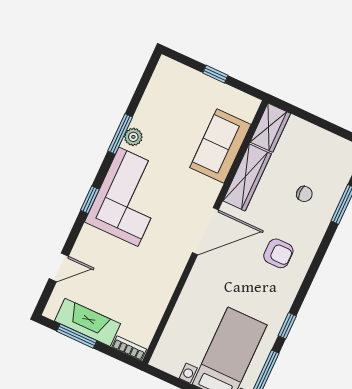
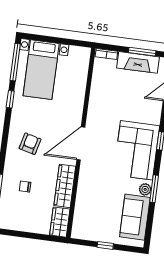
sofa: (220, 146) -> (135, 217), moved, turned 180
armchair: (278, 253) -> (30, 144), turned 104

